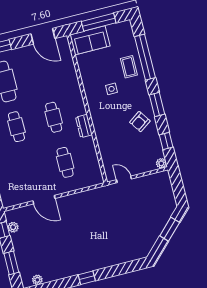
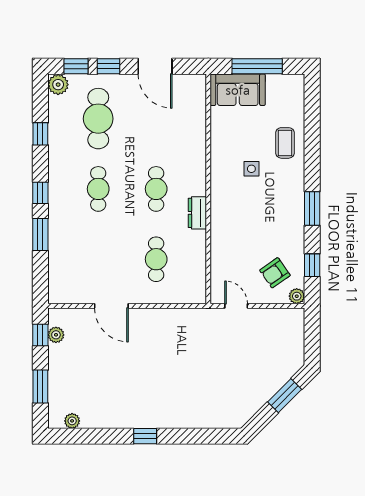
door: (43, 36) -> (155, 66), moved
window: (145, 57) -> (312, 135), removed
armchair: (140, 122) -> (275, 273), moved

